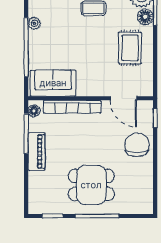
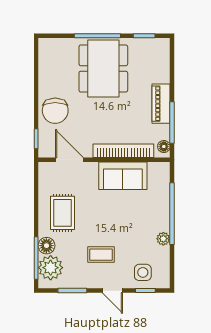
sofa: (53, 83) -> (123, 176), moved
dining table: (91, 185) -> (103, 68), width x1.38

